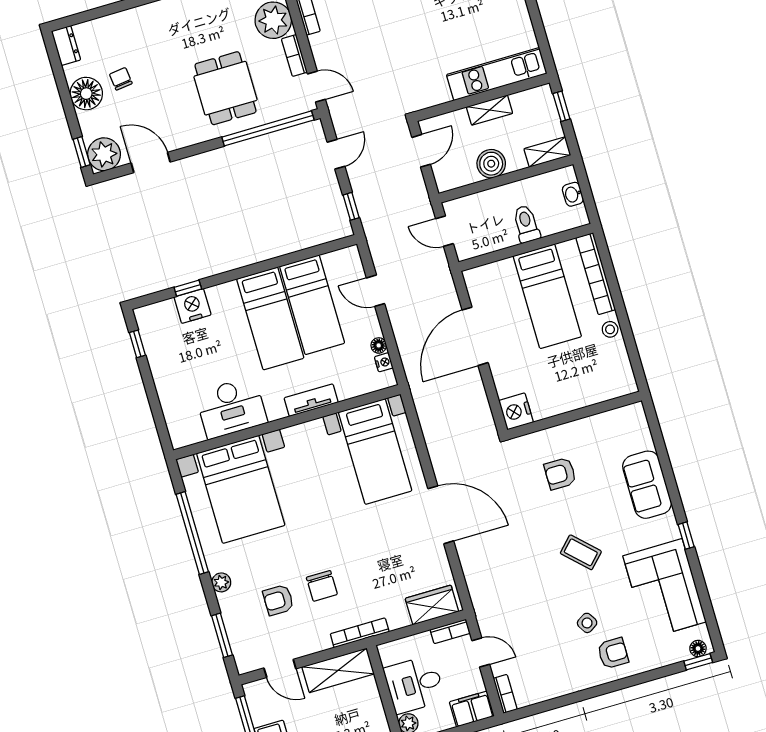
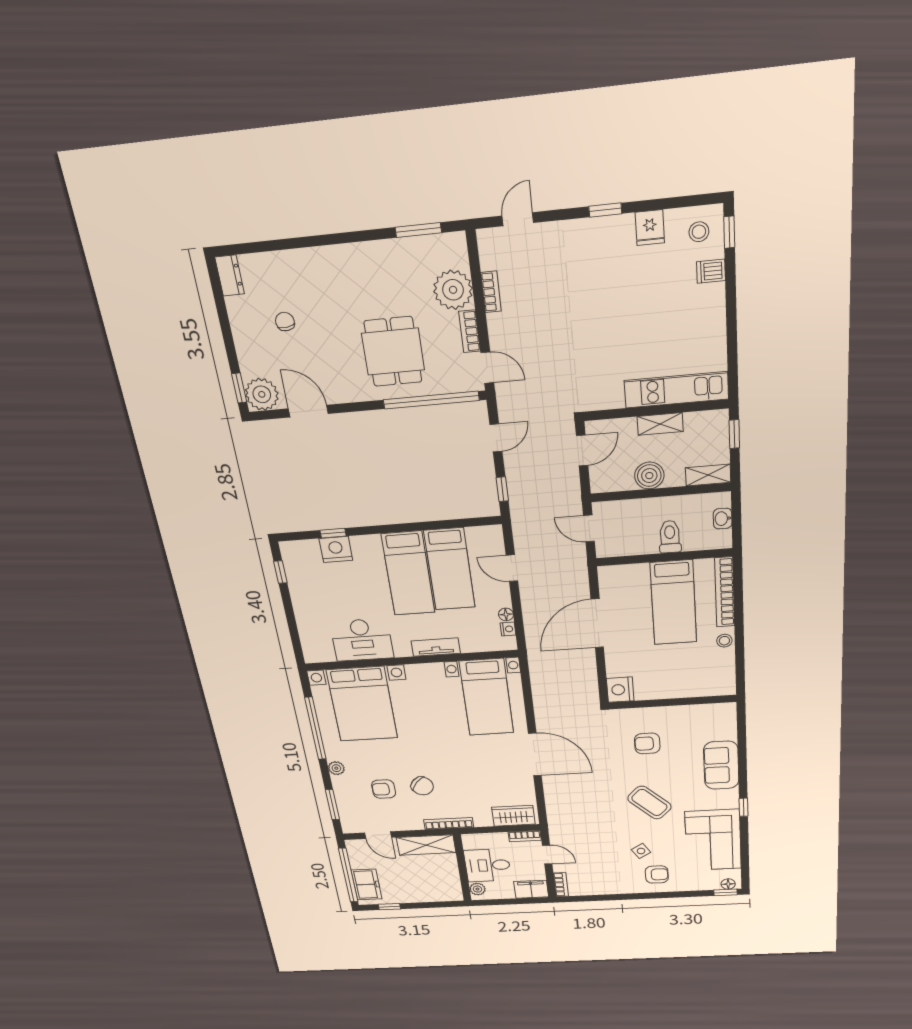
floor lamp: (86, 94) -> (248, 330), removed
coffee table: (581, 552) -> (649, 803), width x1.36, depth x1.30
chair: (322, 586) -> (422, 786), turned -49

